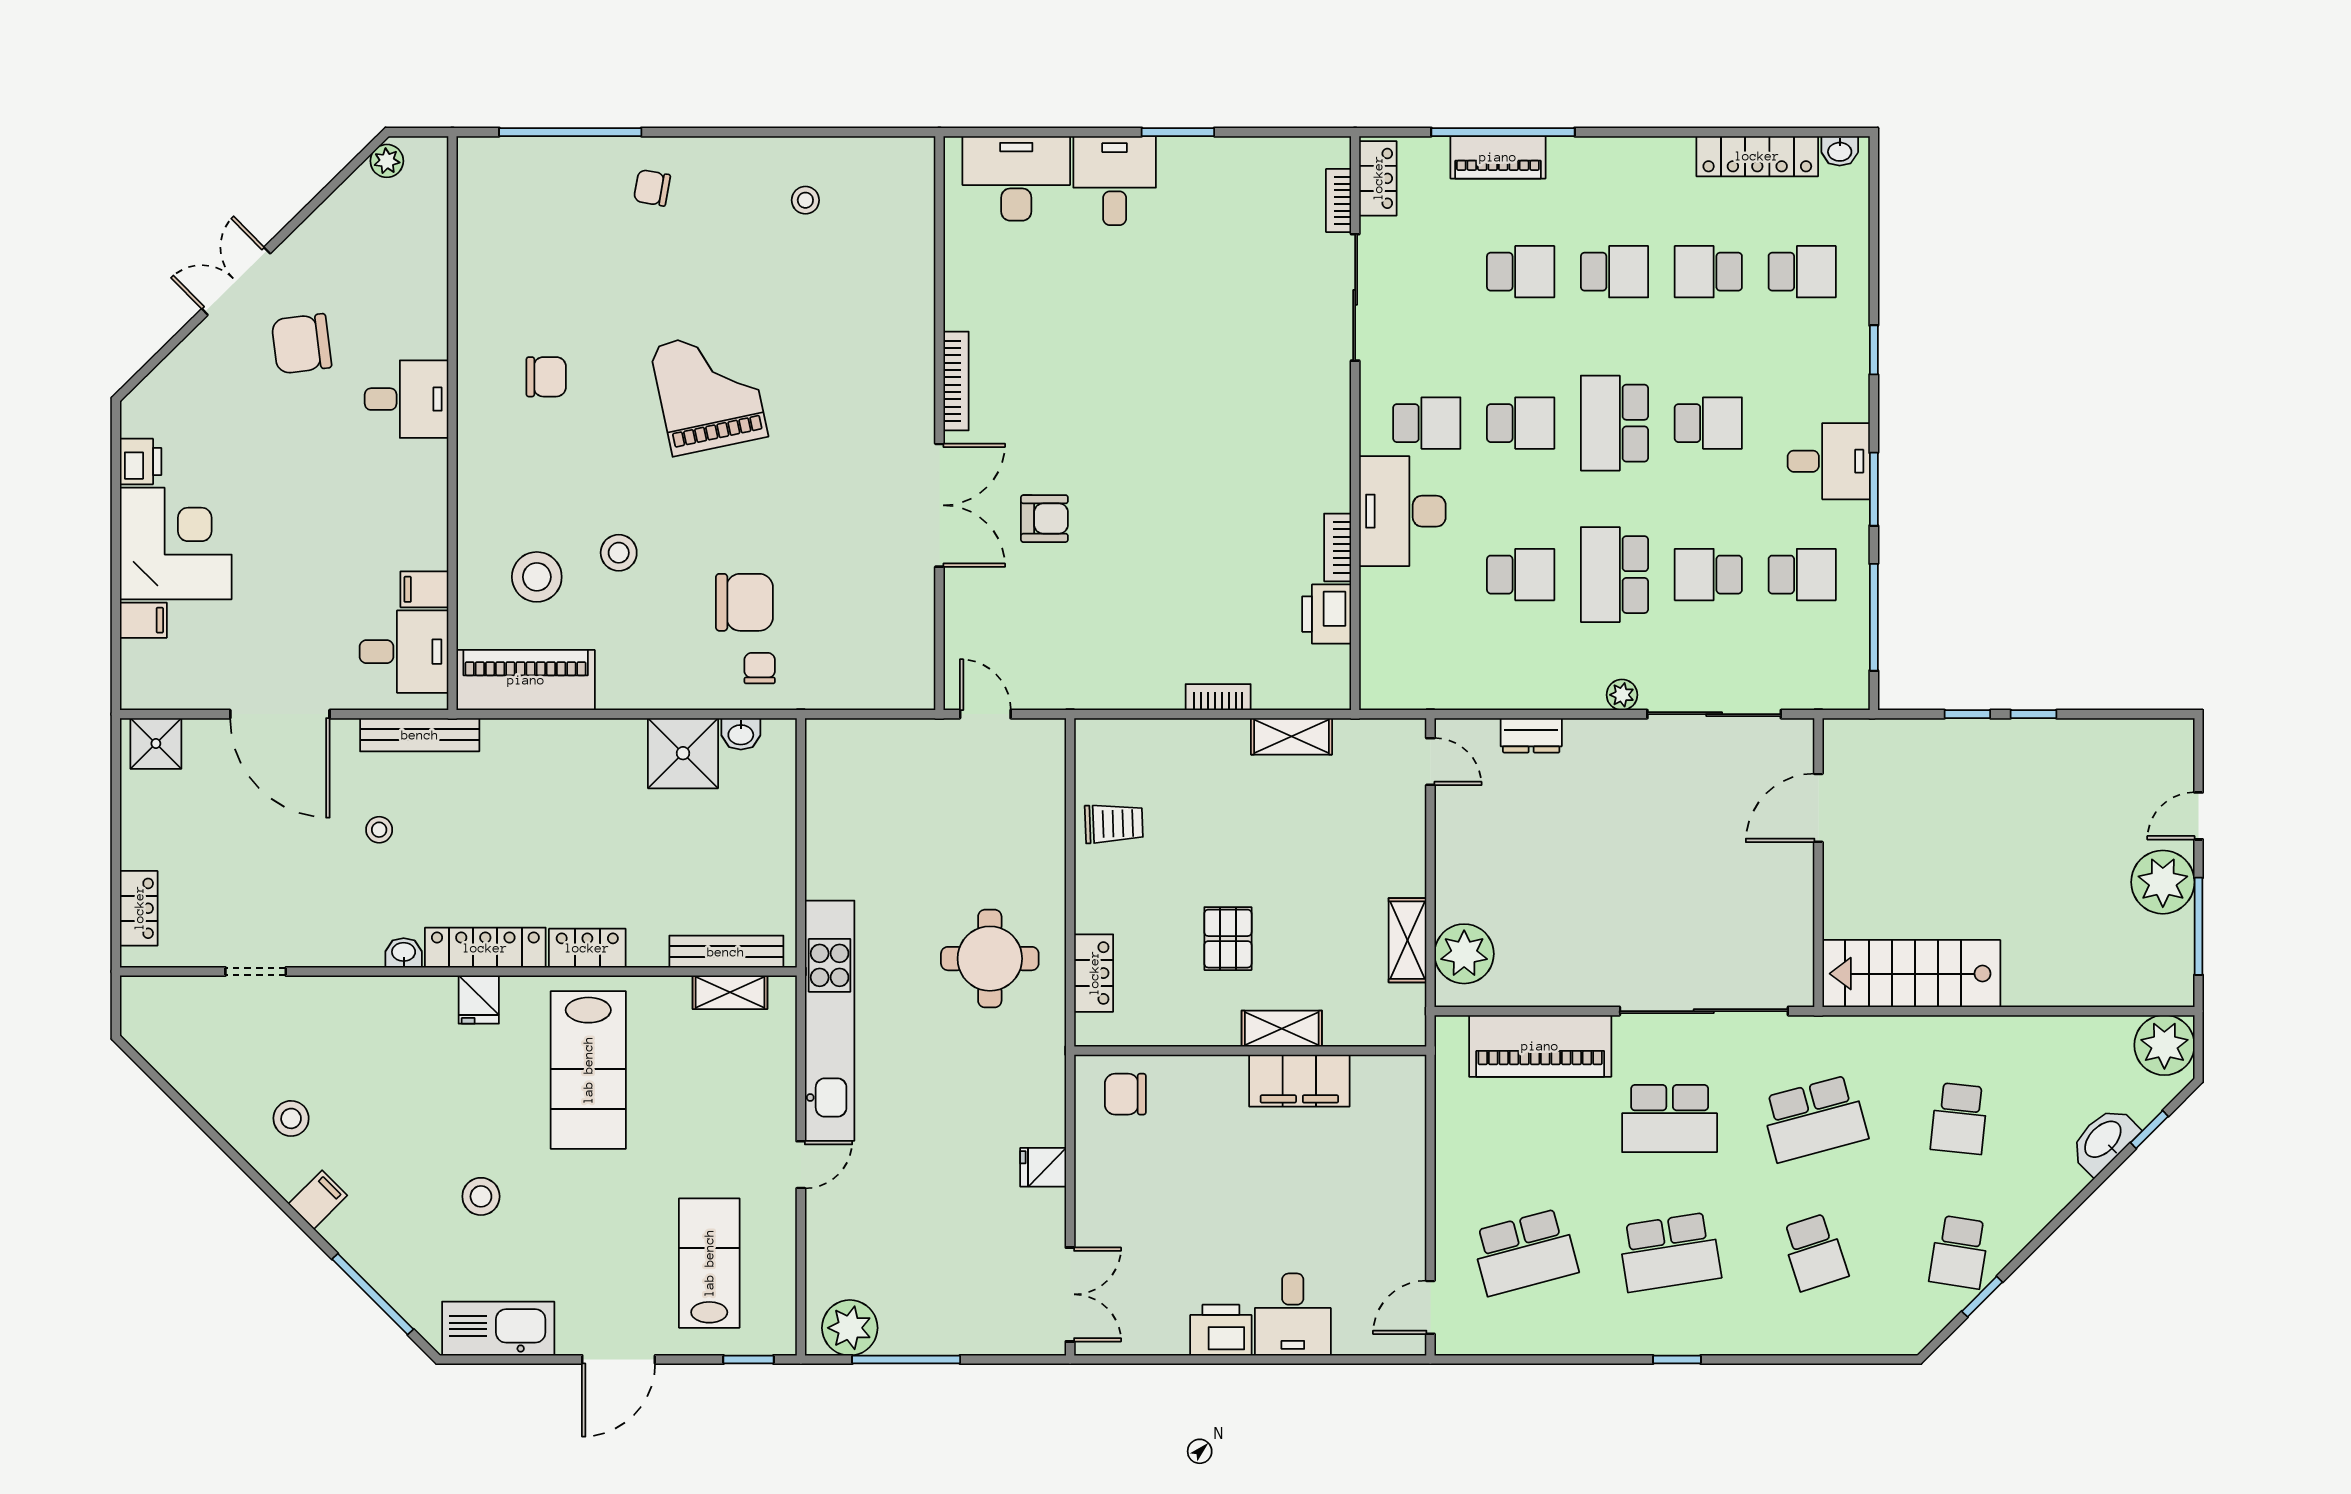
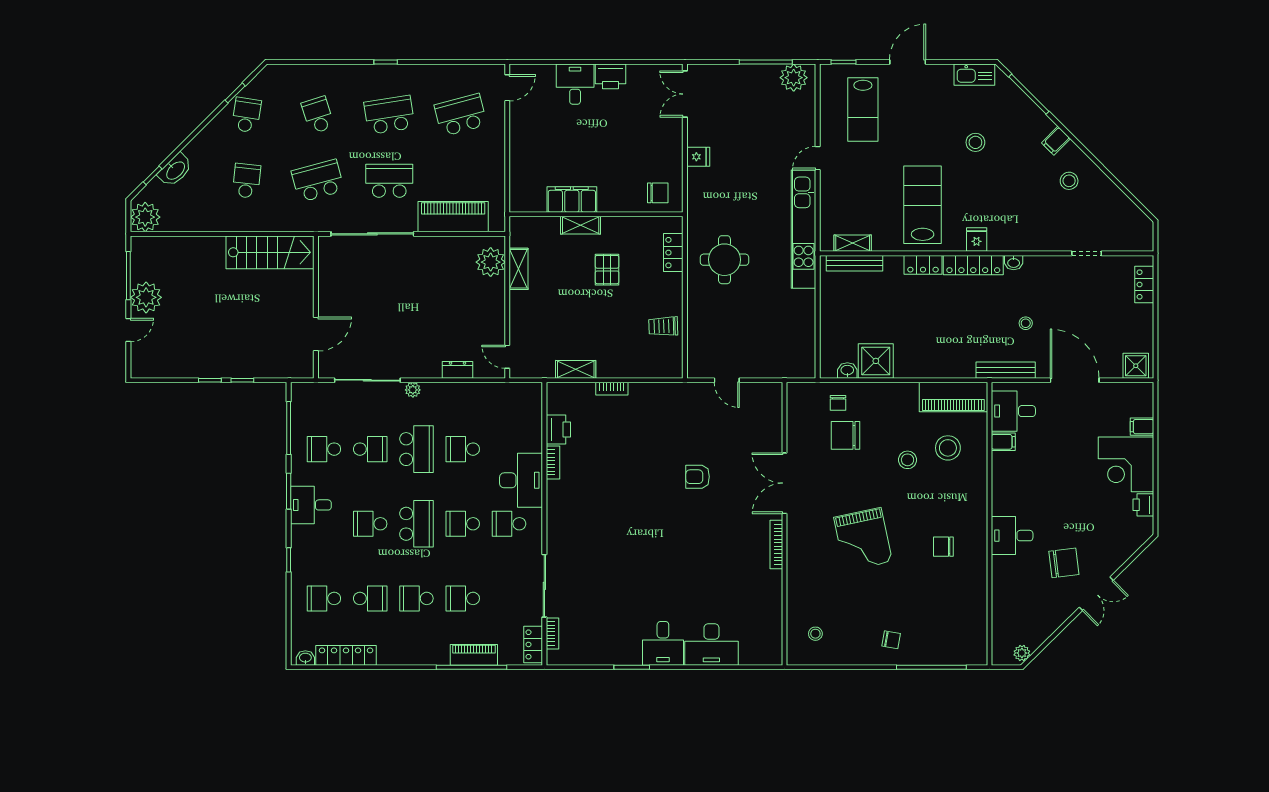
bookcase: (956, 381) -> (776, 545), moved
wall: (939, 423) -> (785, 524), moved
double door: (939, 505) -> (785, 483), moved
kitchen sink: (498, 1329) -> (974, 75), width x0.73, depth x0.81

